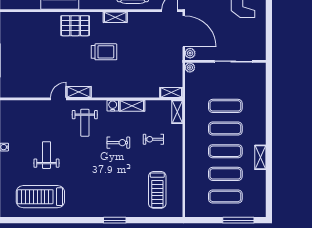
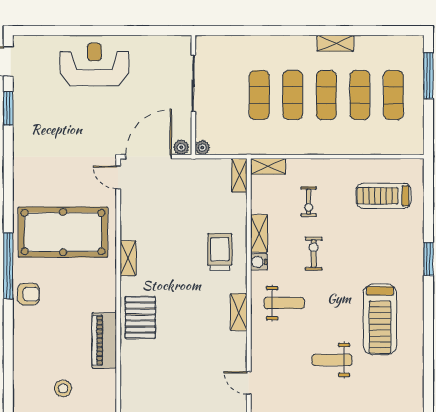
trolley: (104, 52) -> (220, 252), moved
door: (58, 99) -> (249, 383), moved
treadmill: (157, 190) -> (384, 196), turned 180
treadmill: (40, 197) -> (380, 319), moved

